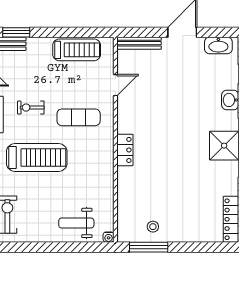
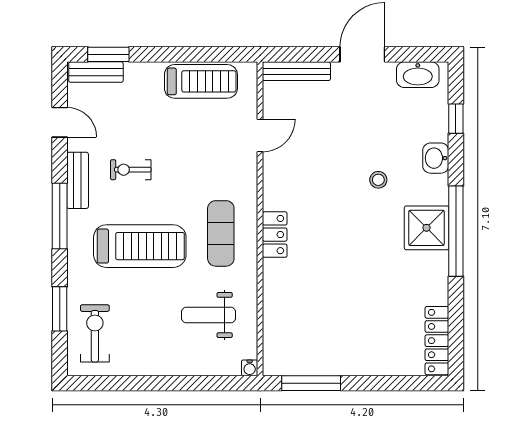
exercise mat: (79, 117) -> (221, 233), moved, turned 90
weight bench: (76, 223) -> (208, 315), moved
stool: (153, 227) -> (378, 180), moved

